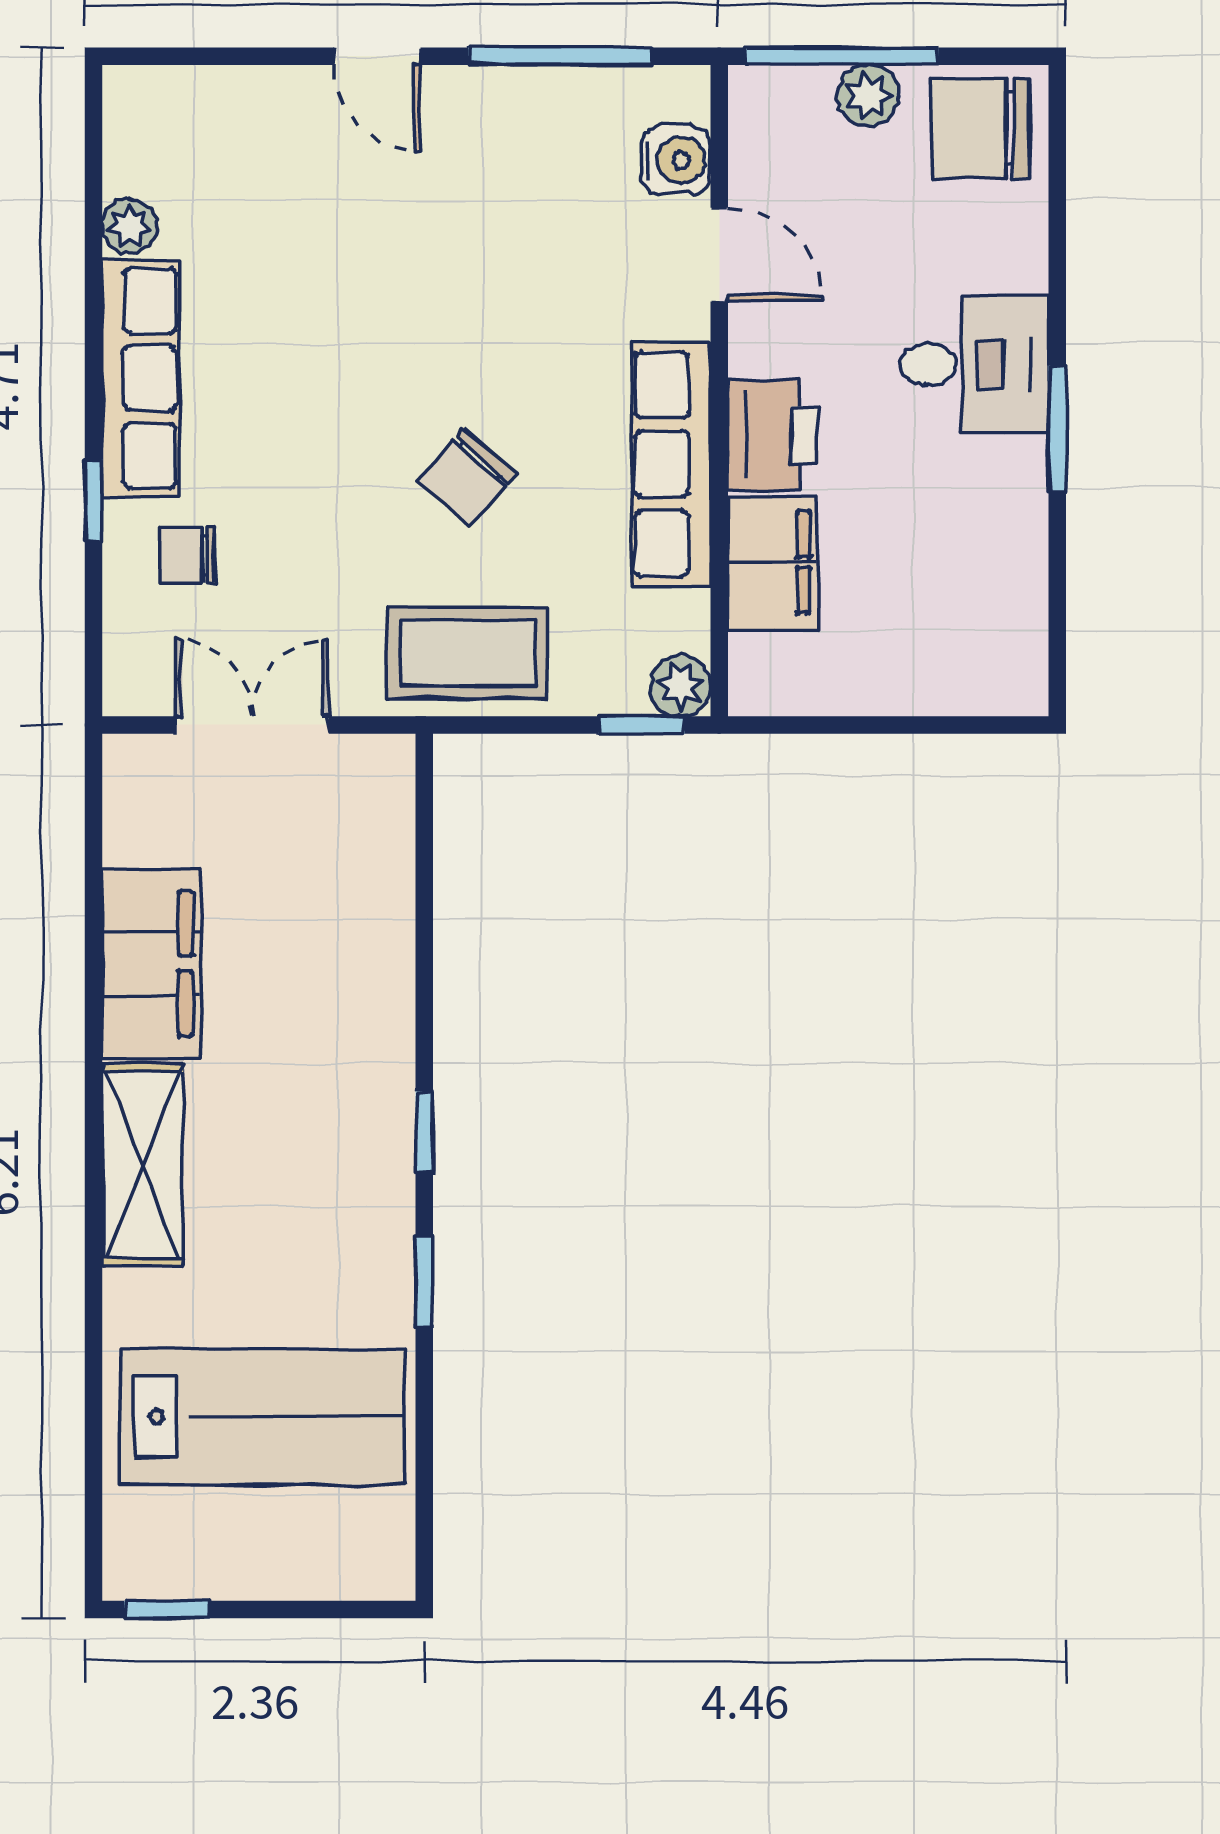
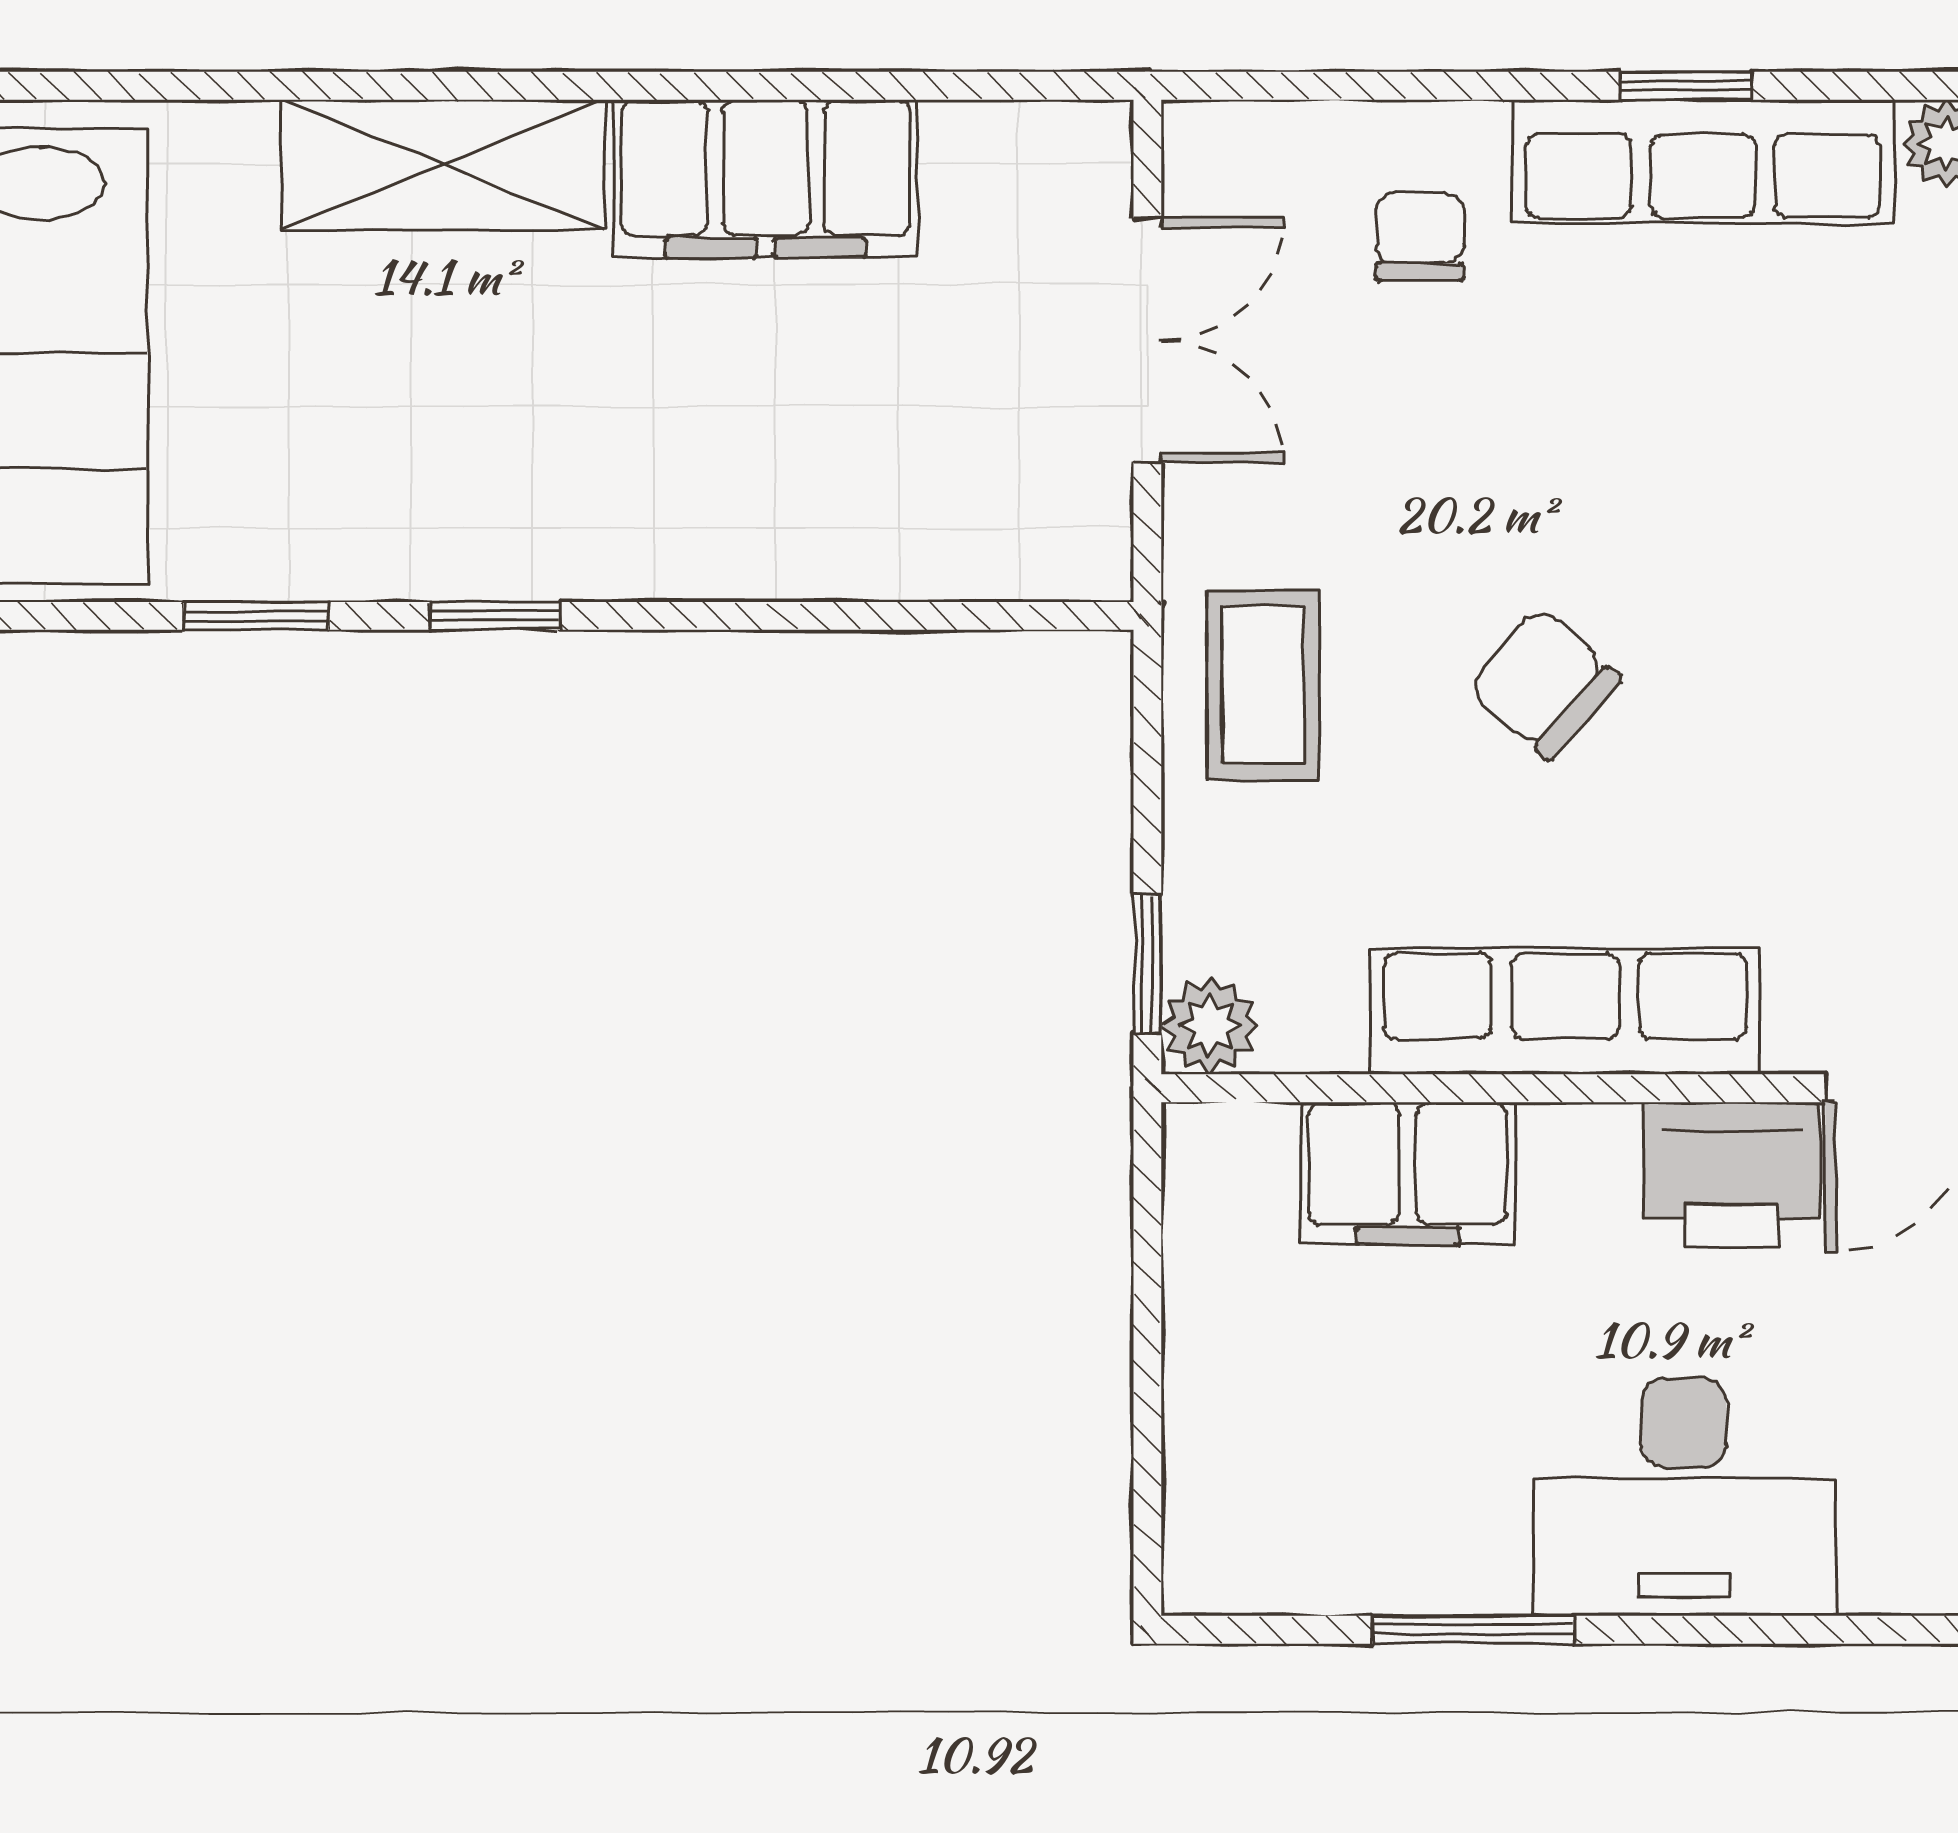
desk: (974, 364) -> (1684, 1497), width x1.37
window: (1057, 429) -> (1473, 1630), moved
printer: (773, 435) -> (1732, 1175), moved
window: (93, 501) -> (1686, 86), moved
coffee table: (468, 653) -> (1263, 685), width x0.73, depth x0.77

